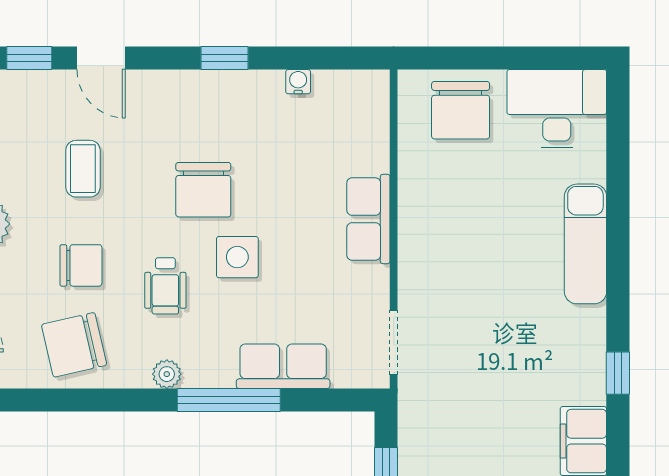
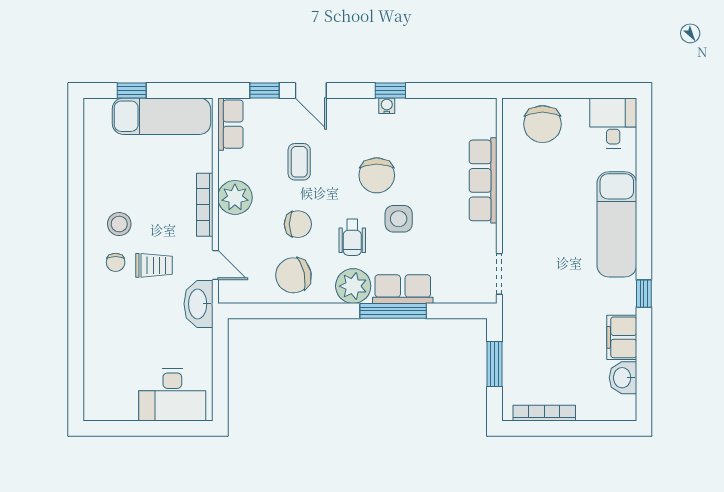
water cooler: (298, 82) -> (387, 106), moved
desk: (557, 108) -> (613, 123), width x0.73
row of seats: (368, 219) -> (483, 180), width x1.48
exam couch: (585, 244) -> (617, 224), width x1.36, depth x1.45
row of seats: (283, 366) -> (403, 289), moved
plant: (167, 374) -> (353, 286), width x1.88, depth x1.88

